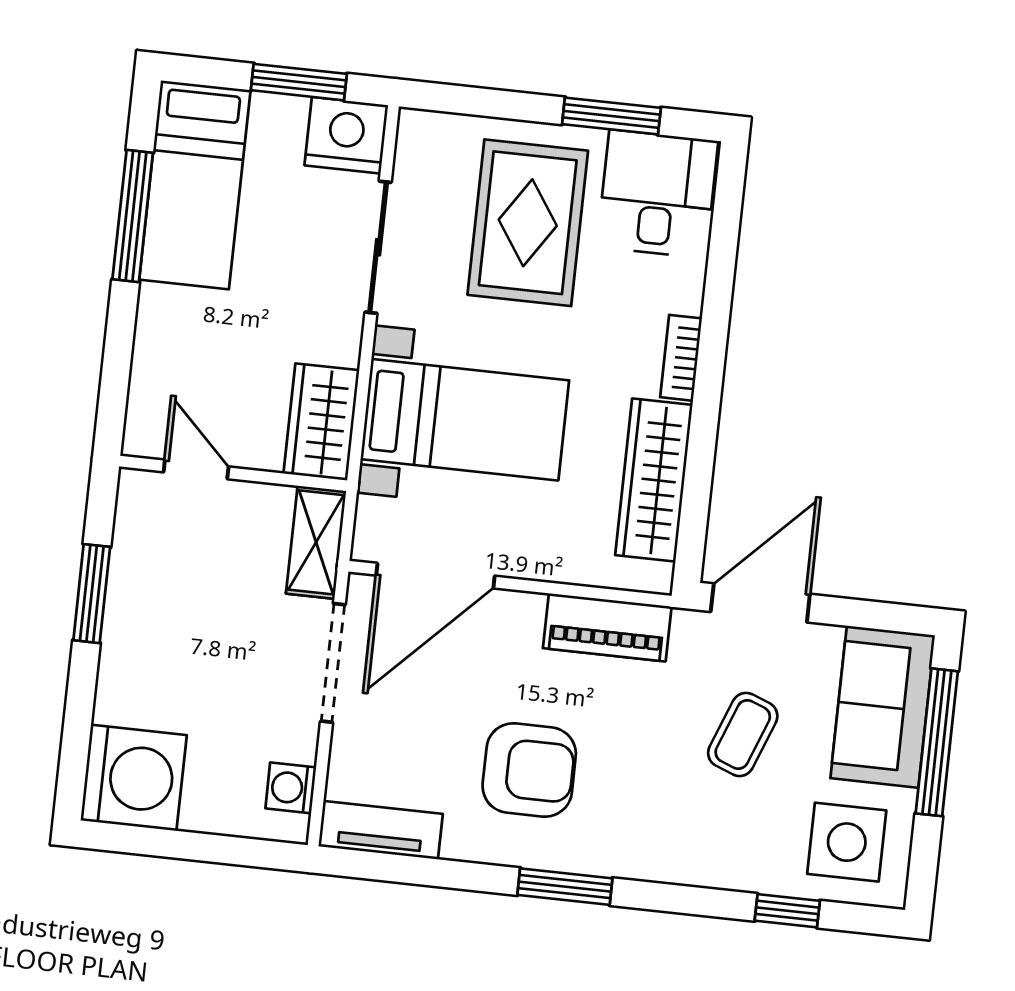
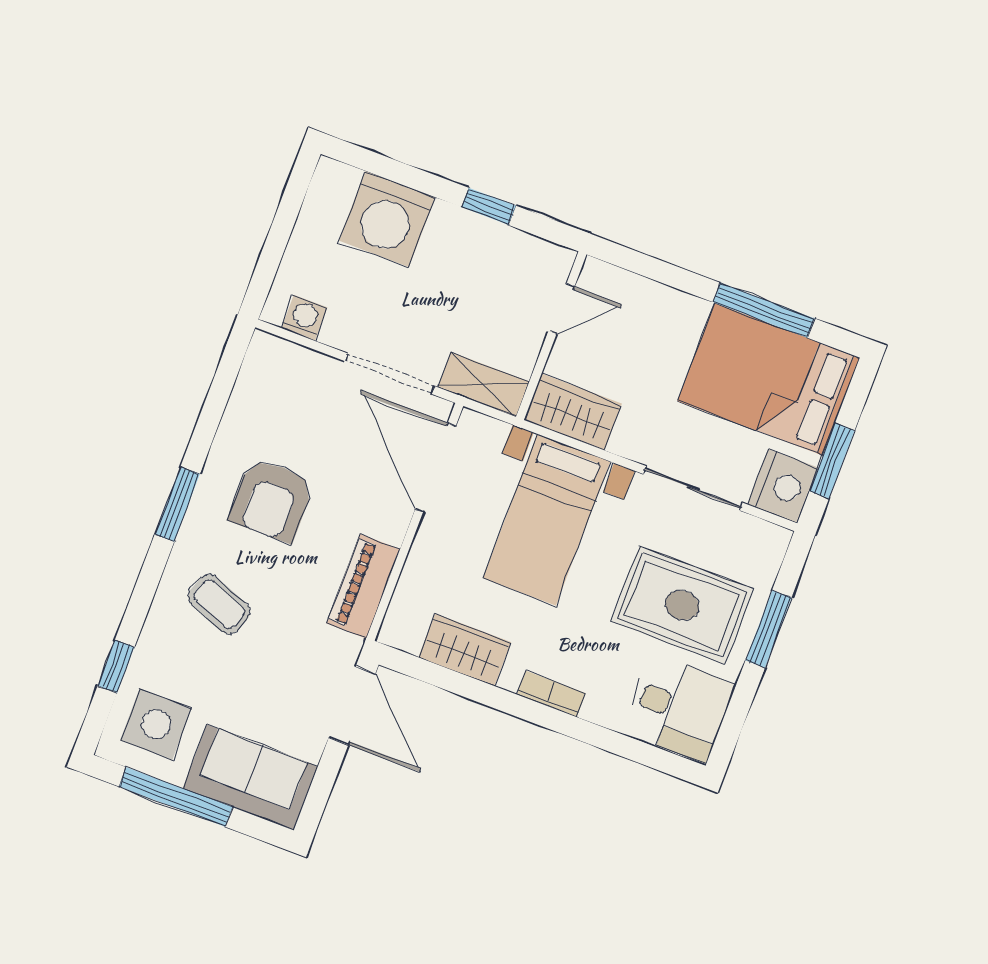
window: (611, 116) -> (768, 629), moved
bed: (195, 185) -> (769, 379), width x1.50
wardrobe: (654, 480) -> (465, 650), width x0.67
window: (92, 594) -> (489, 206), width x0.67
coffee table: (743, 734) -> (219, 604), moved
window: (937, 742) -> (176, 797), moved
washing machine: (134, 778) -> (387, 219), moved
tv unit: (381, 830) -> (255, 377), removed

